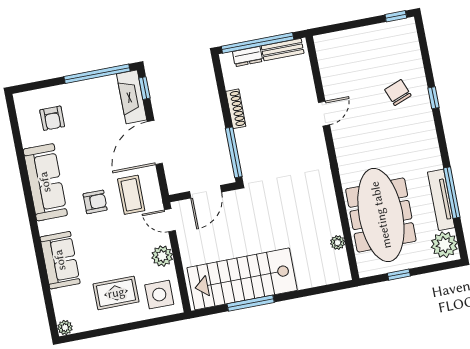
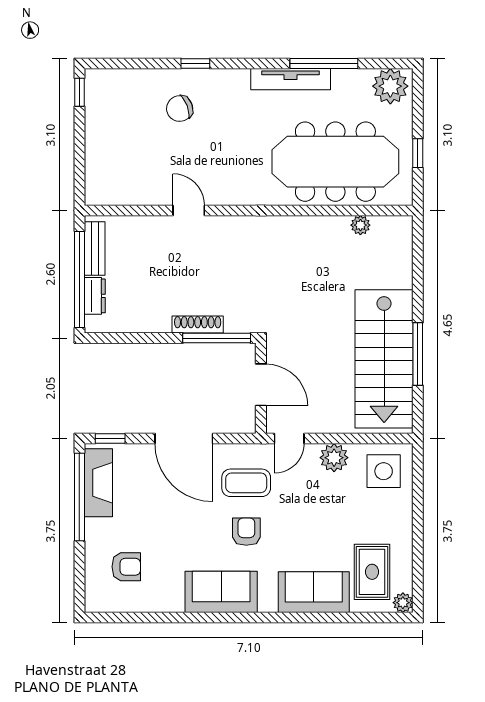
fireplace: (132, 97) -> (98, 483), moved, turned -90
shoe rack: (236, 109) -> (198, 324), moved
sofa: (45, 182) -> (221, 592), width x0.73
tv unit: (441, 200) -> (291, 79), moved
rug: (116, 293) -> (372, 572), moved

